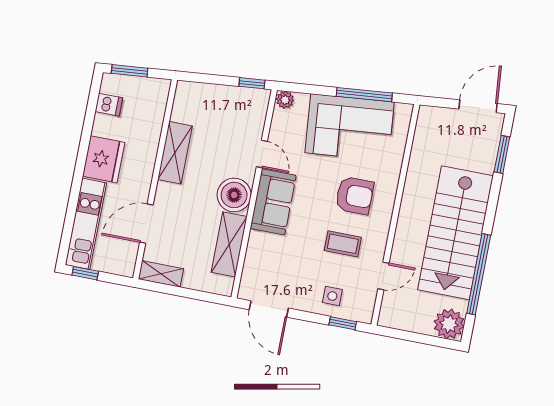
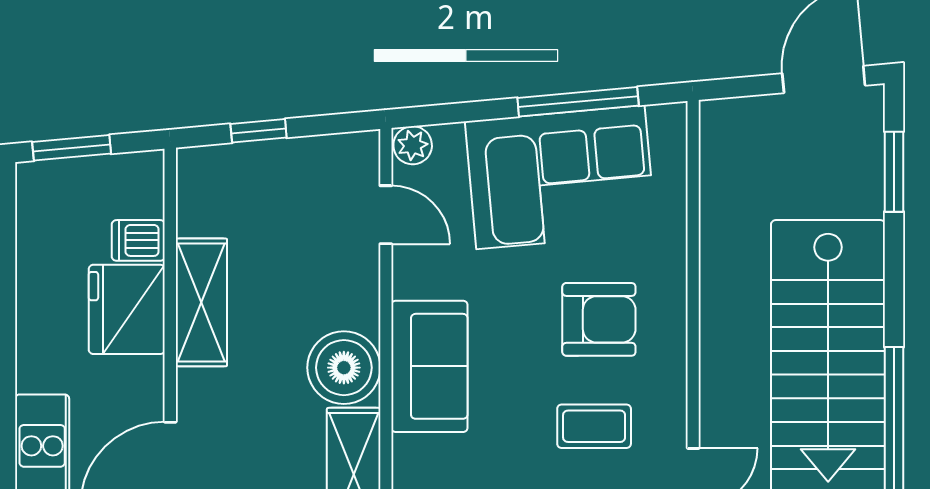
window: (252, 83) -> (259, 131), moved
dishwasher: (109, 105) -> (138, 240), moved, turned 180
door: (262, 154) -> (386, 215), moved
fridge: (104, 159) -> (127, 309), moved, turned 180

